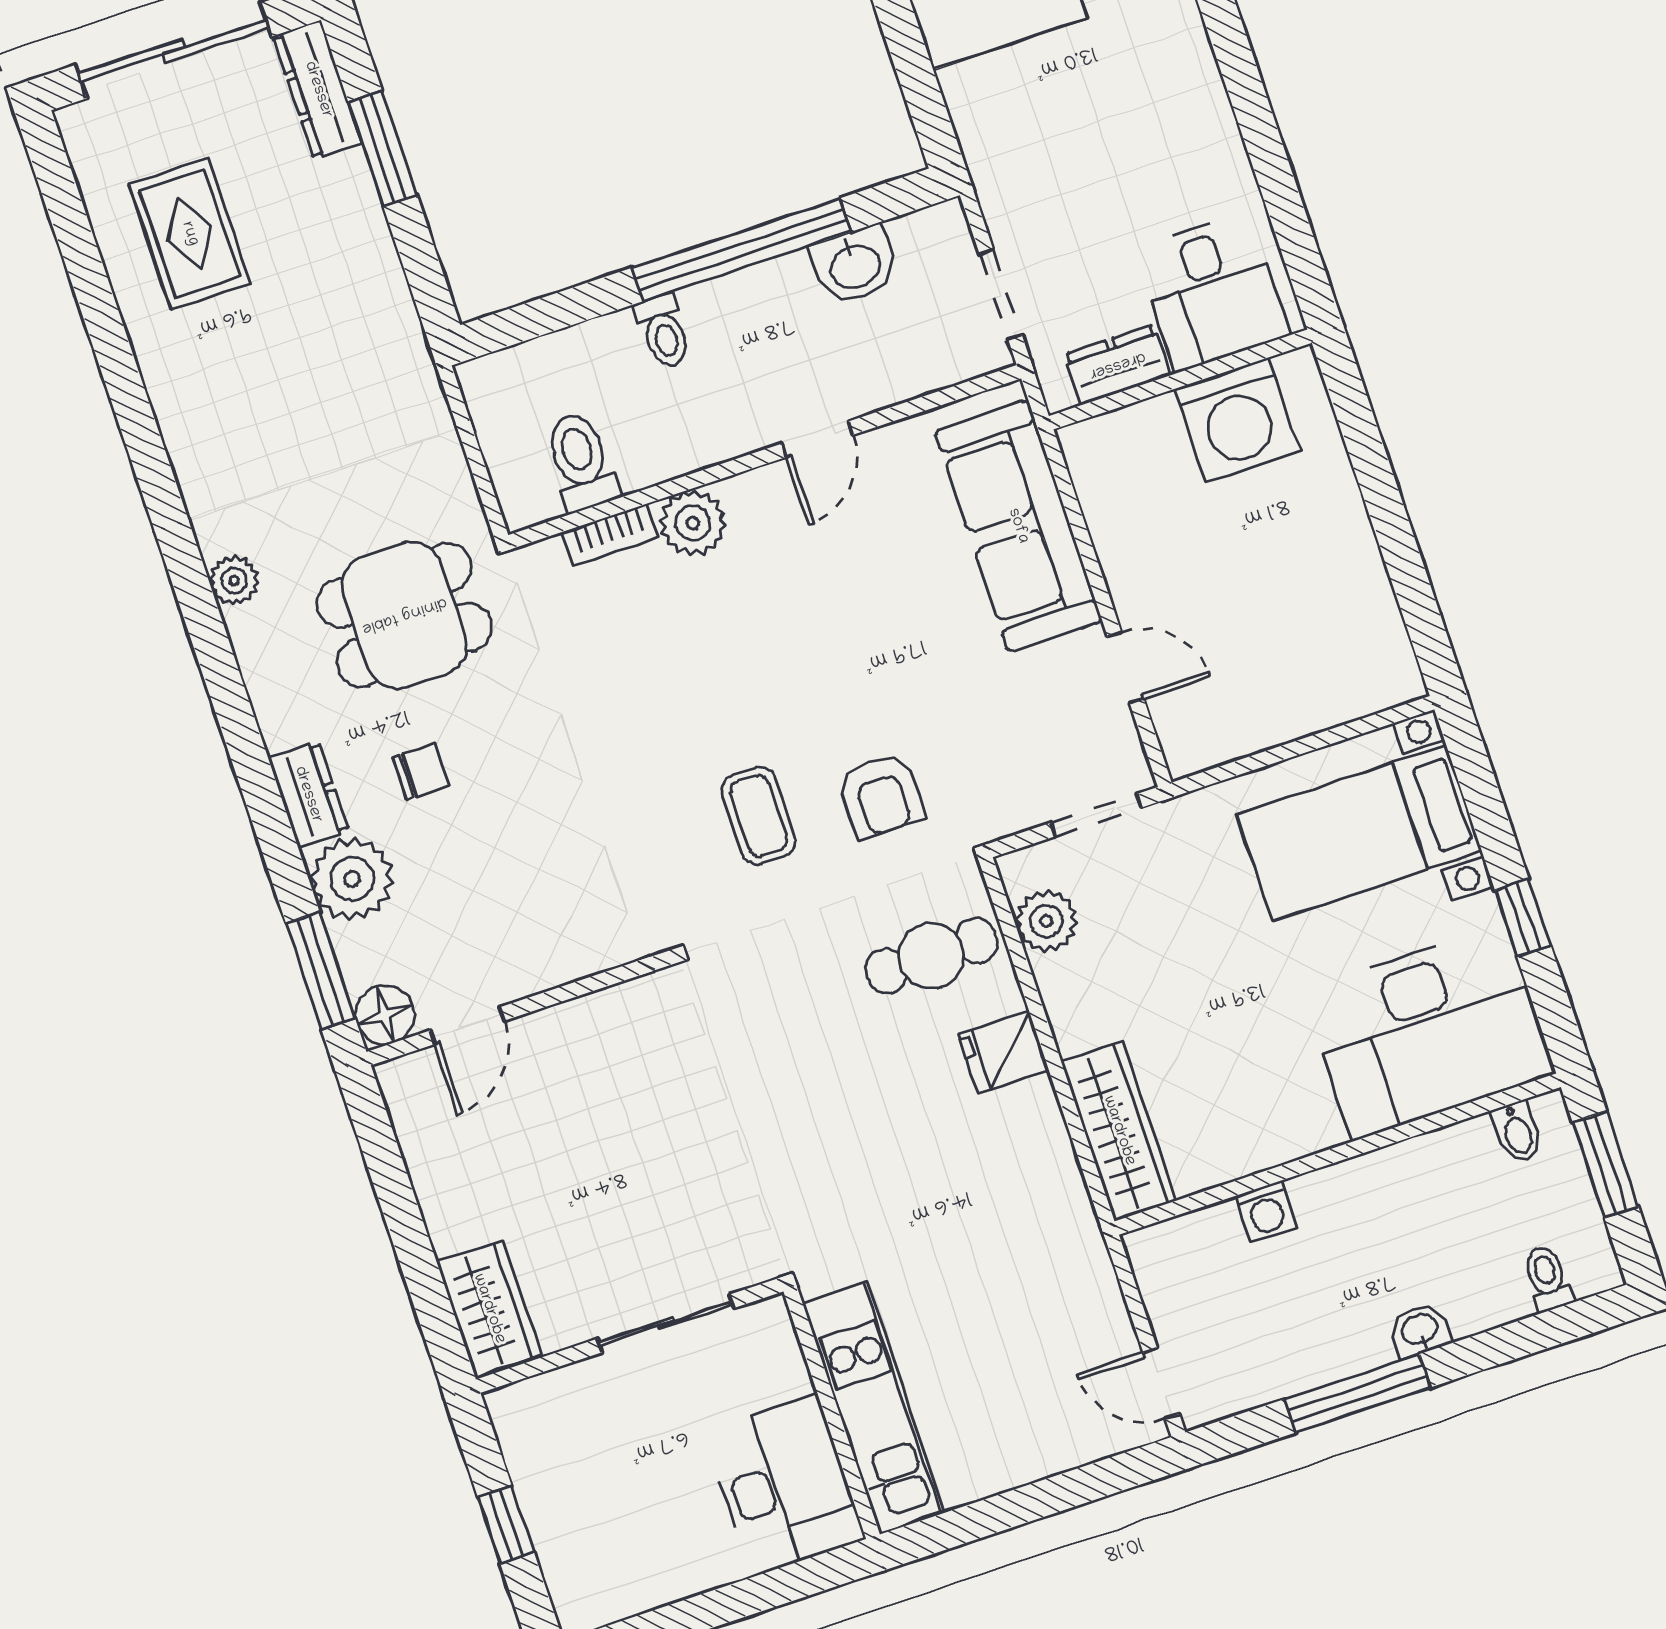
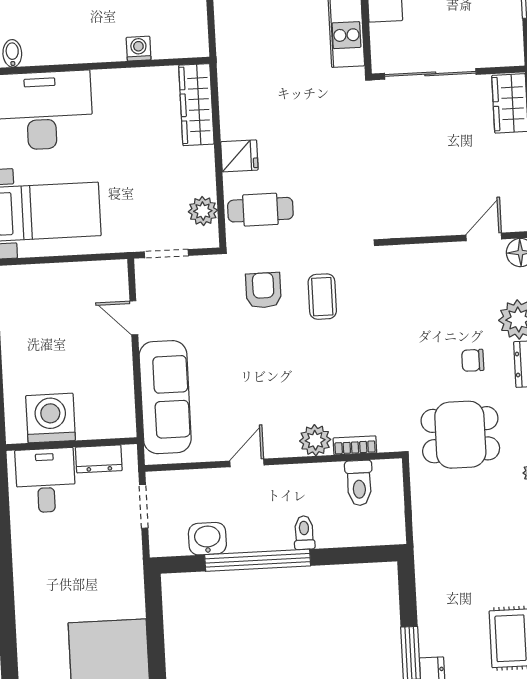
sliding door: (666, 1323) -> (430, 74), width x1.37

